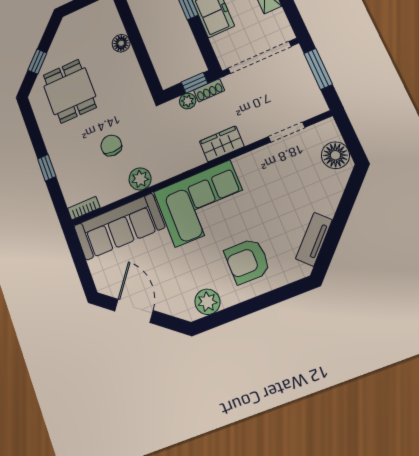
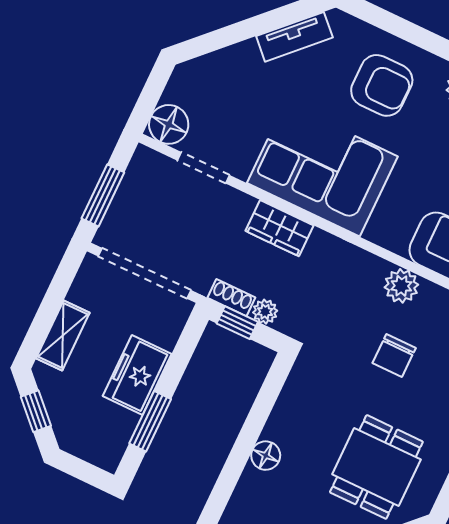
floor lamp: (335, 155) -> (169, 124), moved
corner sofa: (203, 204) -> (322, 170), moved

